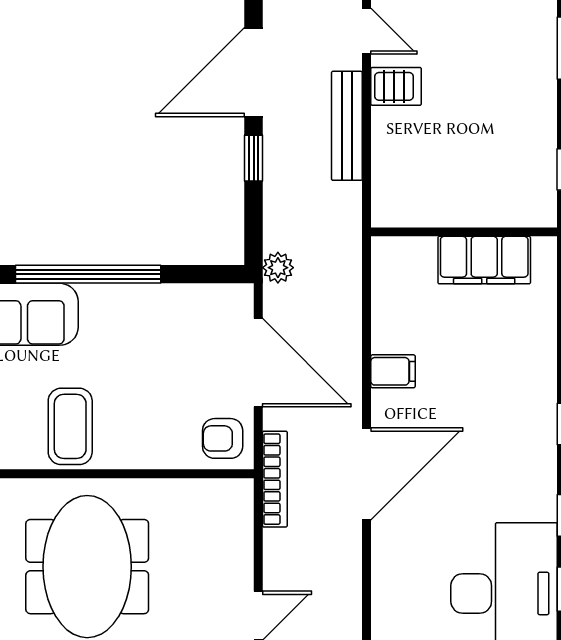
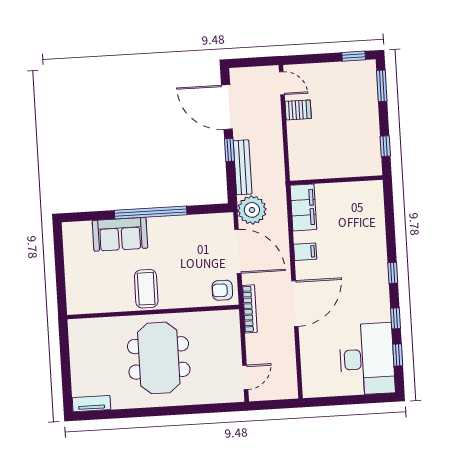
door: (254, 72) -> (227, 107), hinge flipped
bench: (347, 126) -> (243, 167), moved
filing cabinet: (484, 260) -> (303, 207), moved, turned -90
plant: (278, 268) -> (252, 210), width x1.88, depth x1.88

